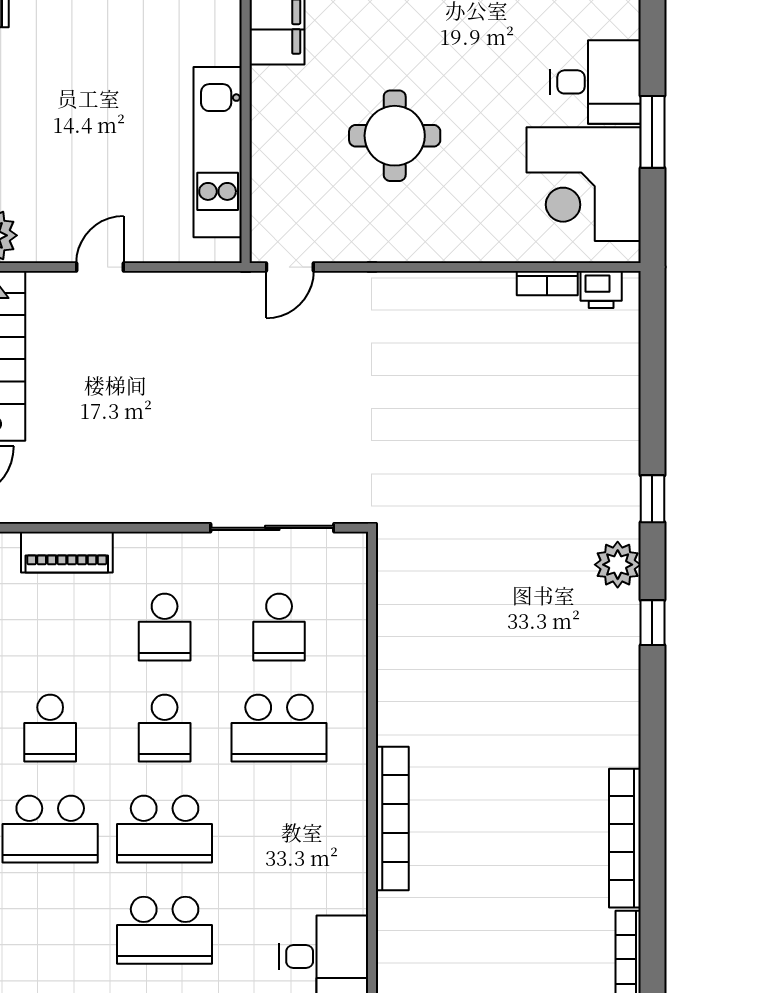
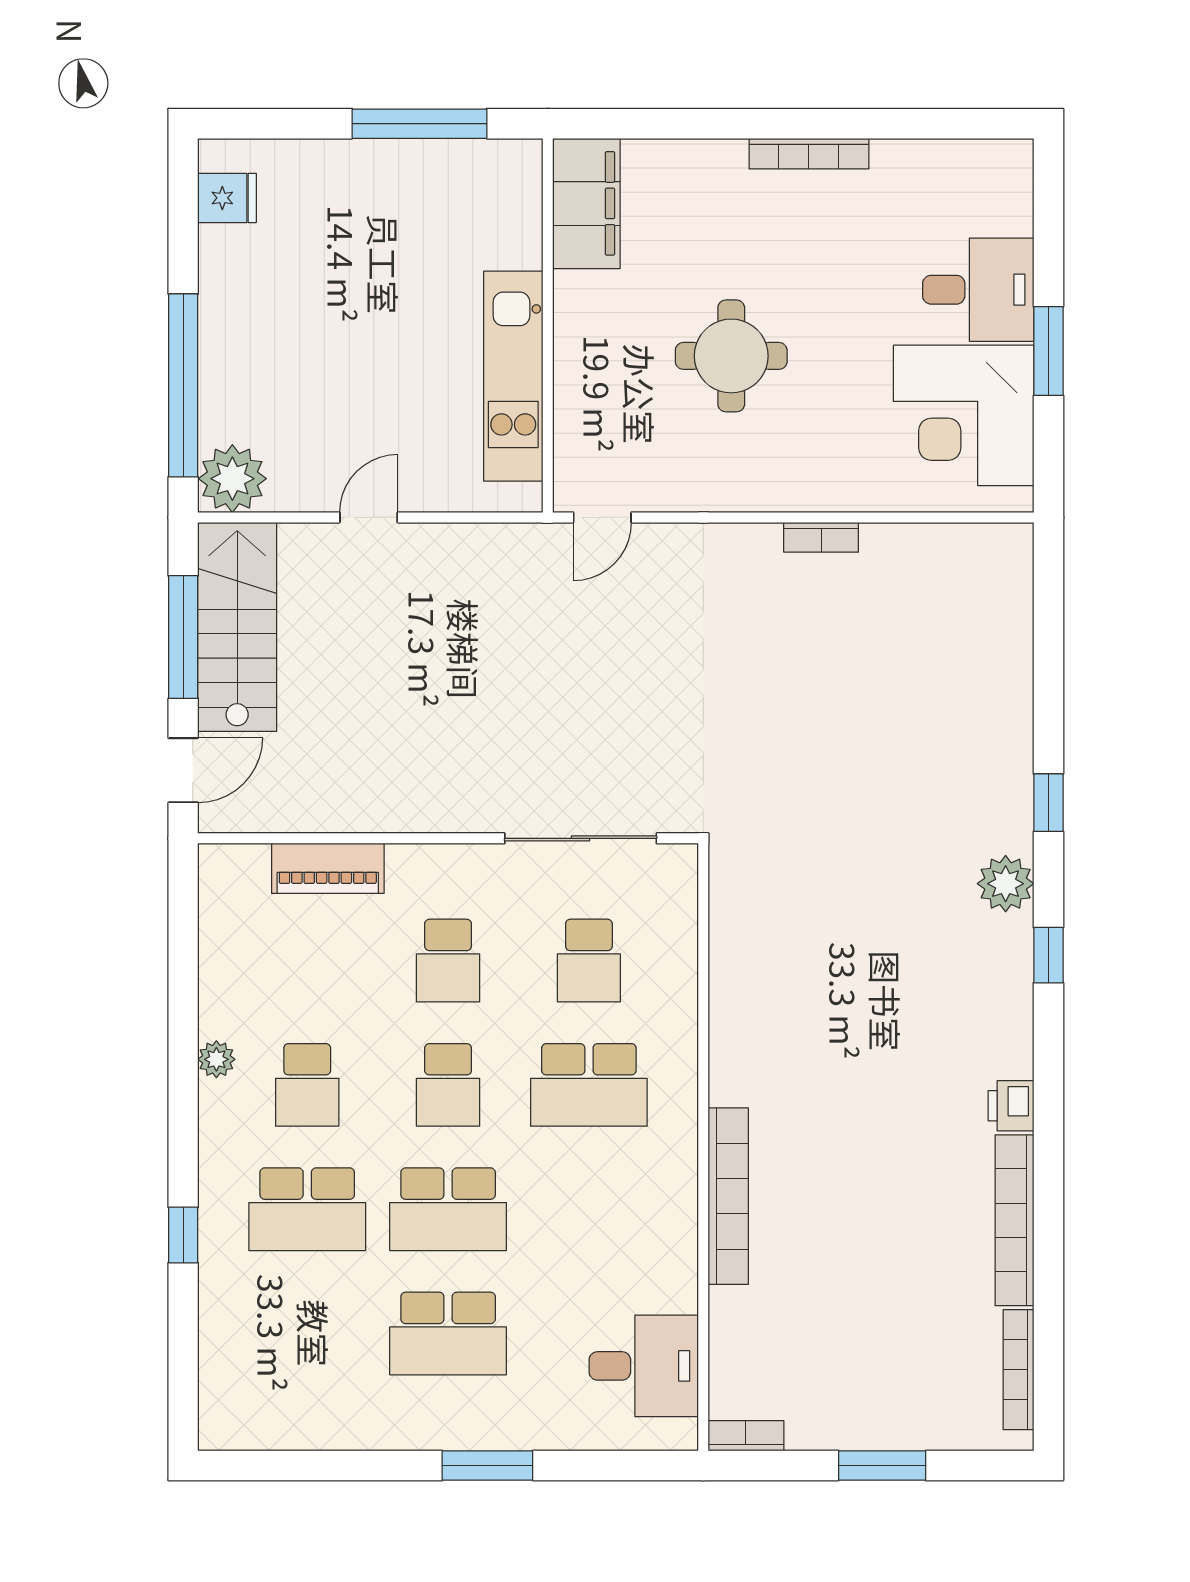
bookcase: (547, 283) -> (821, 537), moved
printer: (601, 290) -> (1011, 1106), moved, turned 90

